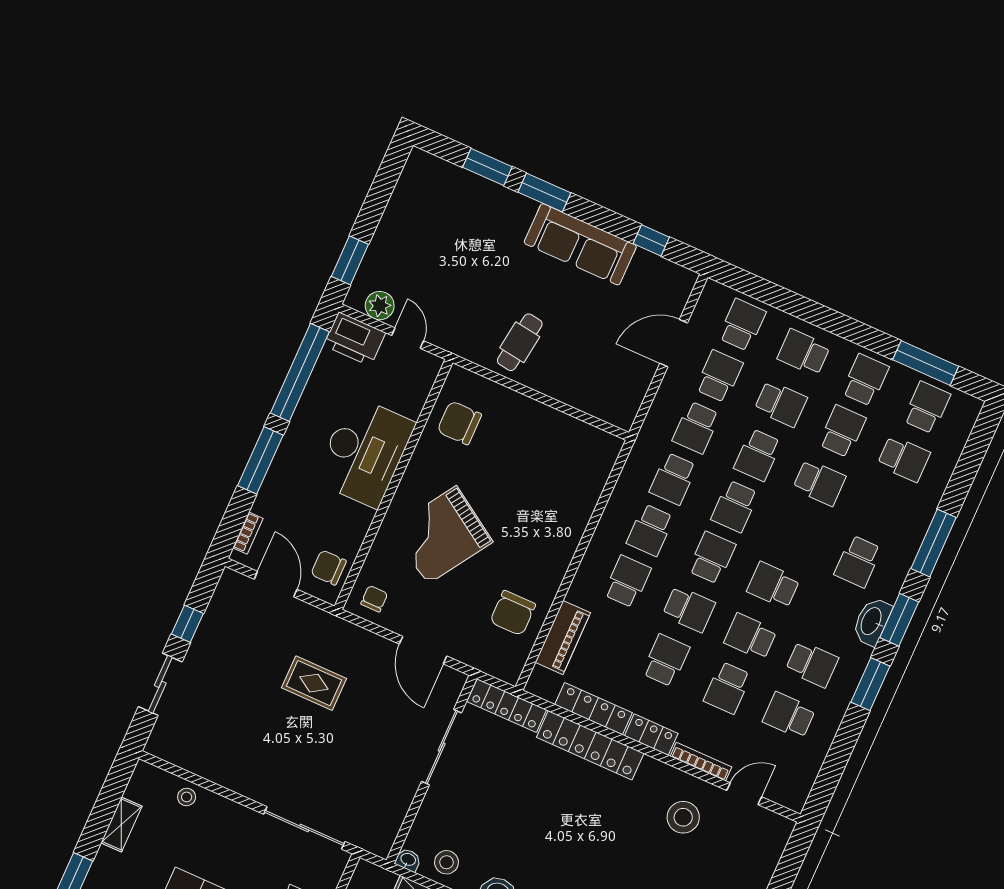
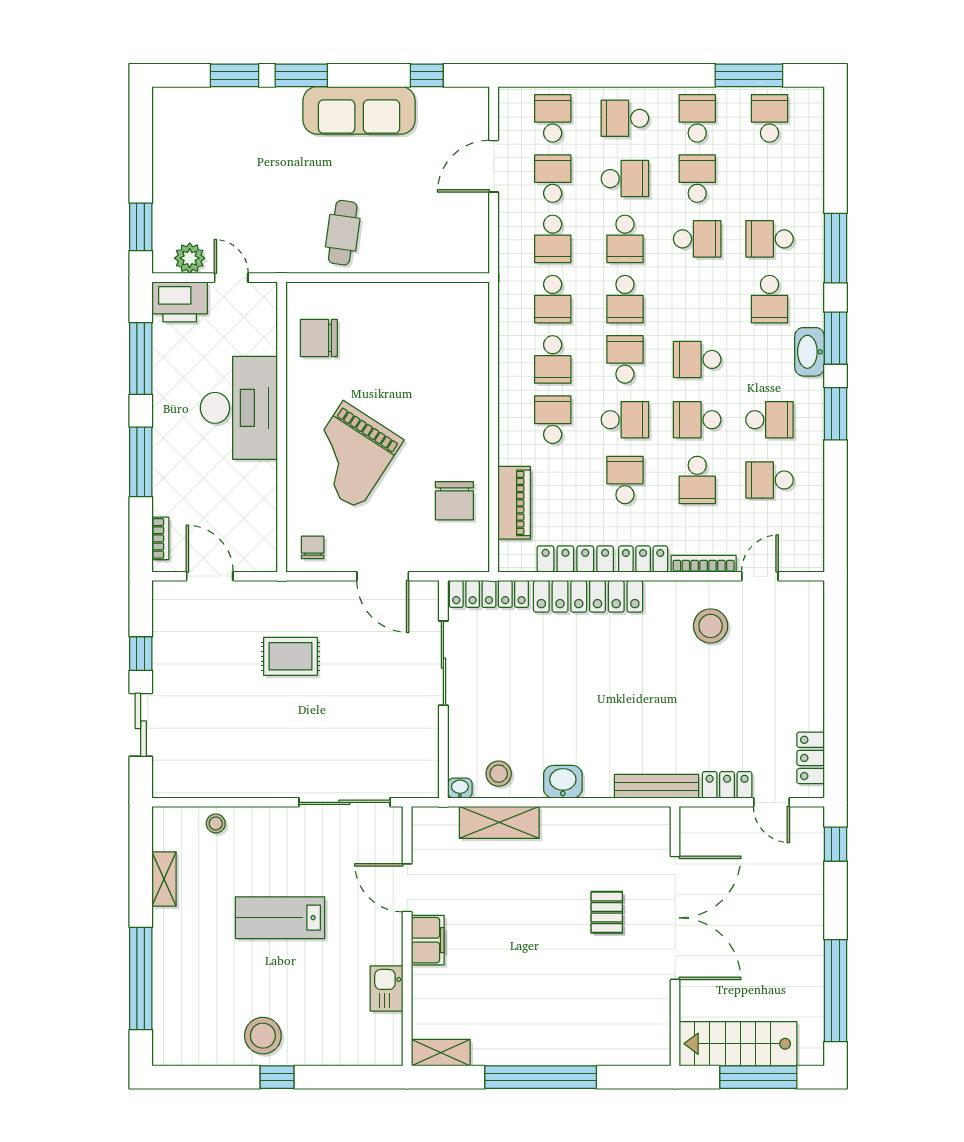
window: (300, 372) -> (141, 359), width x0.68
school desk: (904, 459) -> (769, 239), moved, turned 180
chair: (329, 568) -> (254, 537), removed

